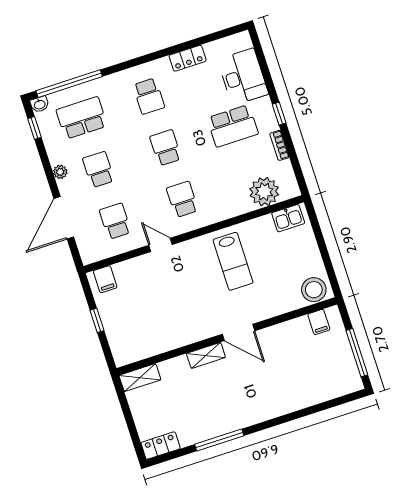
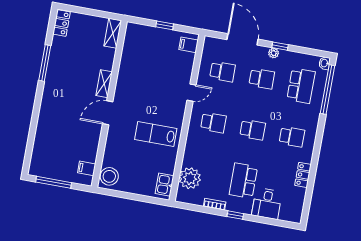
desk: (243, 77) -> (267, 204), width x0.73
school desk: (149, 96) -> (292, 137), turned 180
window: (35, 128) -> (280, 46), moved

